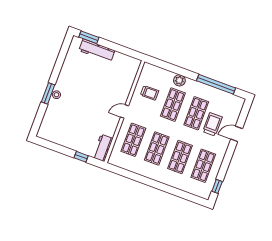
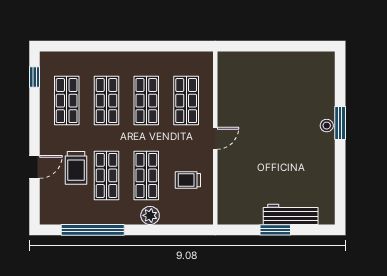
window: (89, 37) -> (275, 230), moved
workbench: (103, 148) -> (228, 71), removed
window: (81, 157) -> (255, 46), removed

